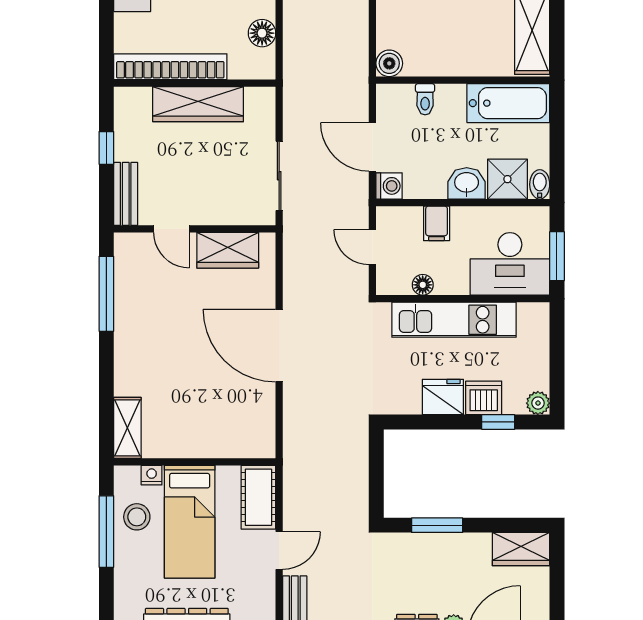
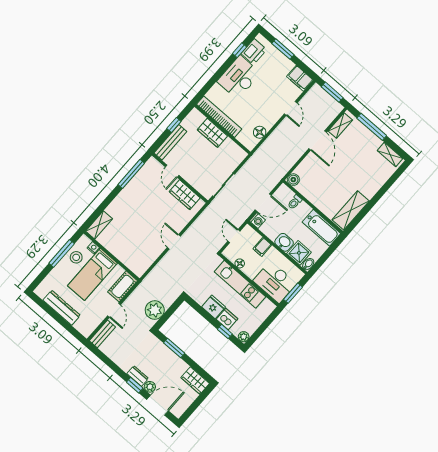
wardrobe: (198, 104) -> (212, 133), width x0.67
door: (372, 147) -> (263, 203), swing flipped
bench: (126, 194) -> (170, 142), width x1.36
door: (279, 346) -> (174, 242), width x0.53
plant: (348, 490) -> (155, 310), added
door: (279, 550) -> (114, 310), hinge flipped

